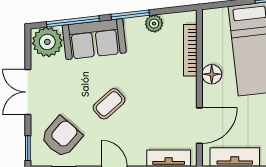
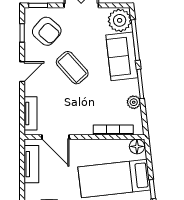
floor lamp: (212, 74) -> (137, 146), moved
coffee table: (109, 104) -> (72, 68), width x1.36, depth x1.30

